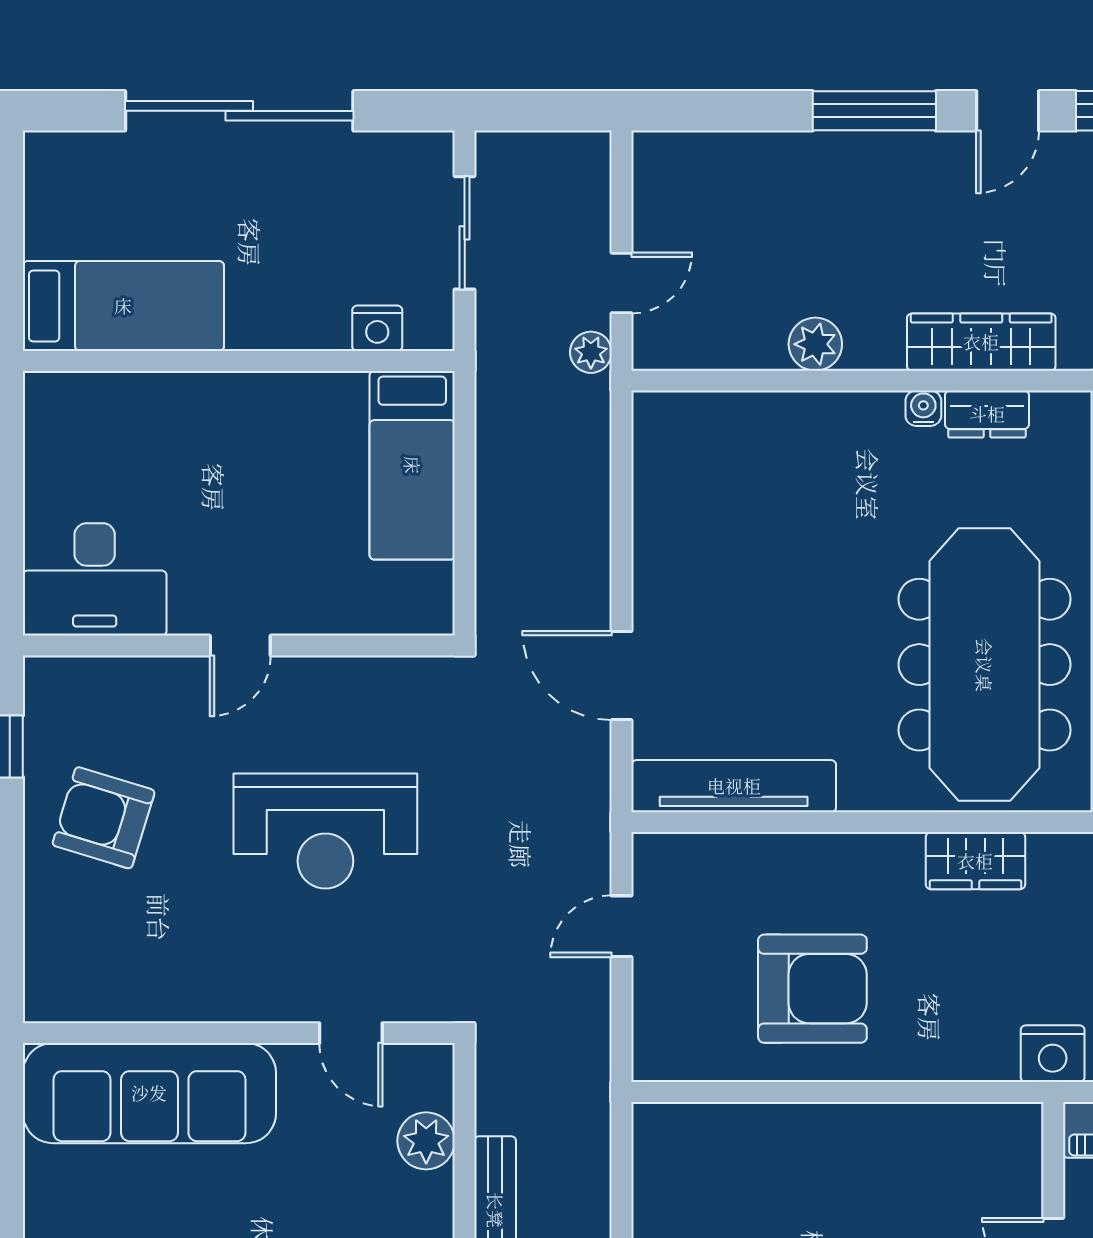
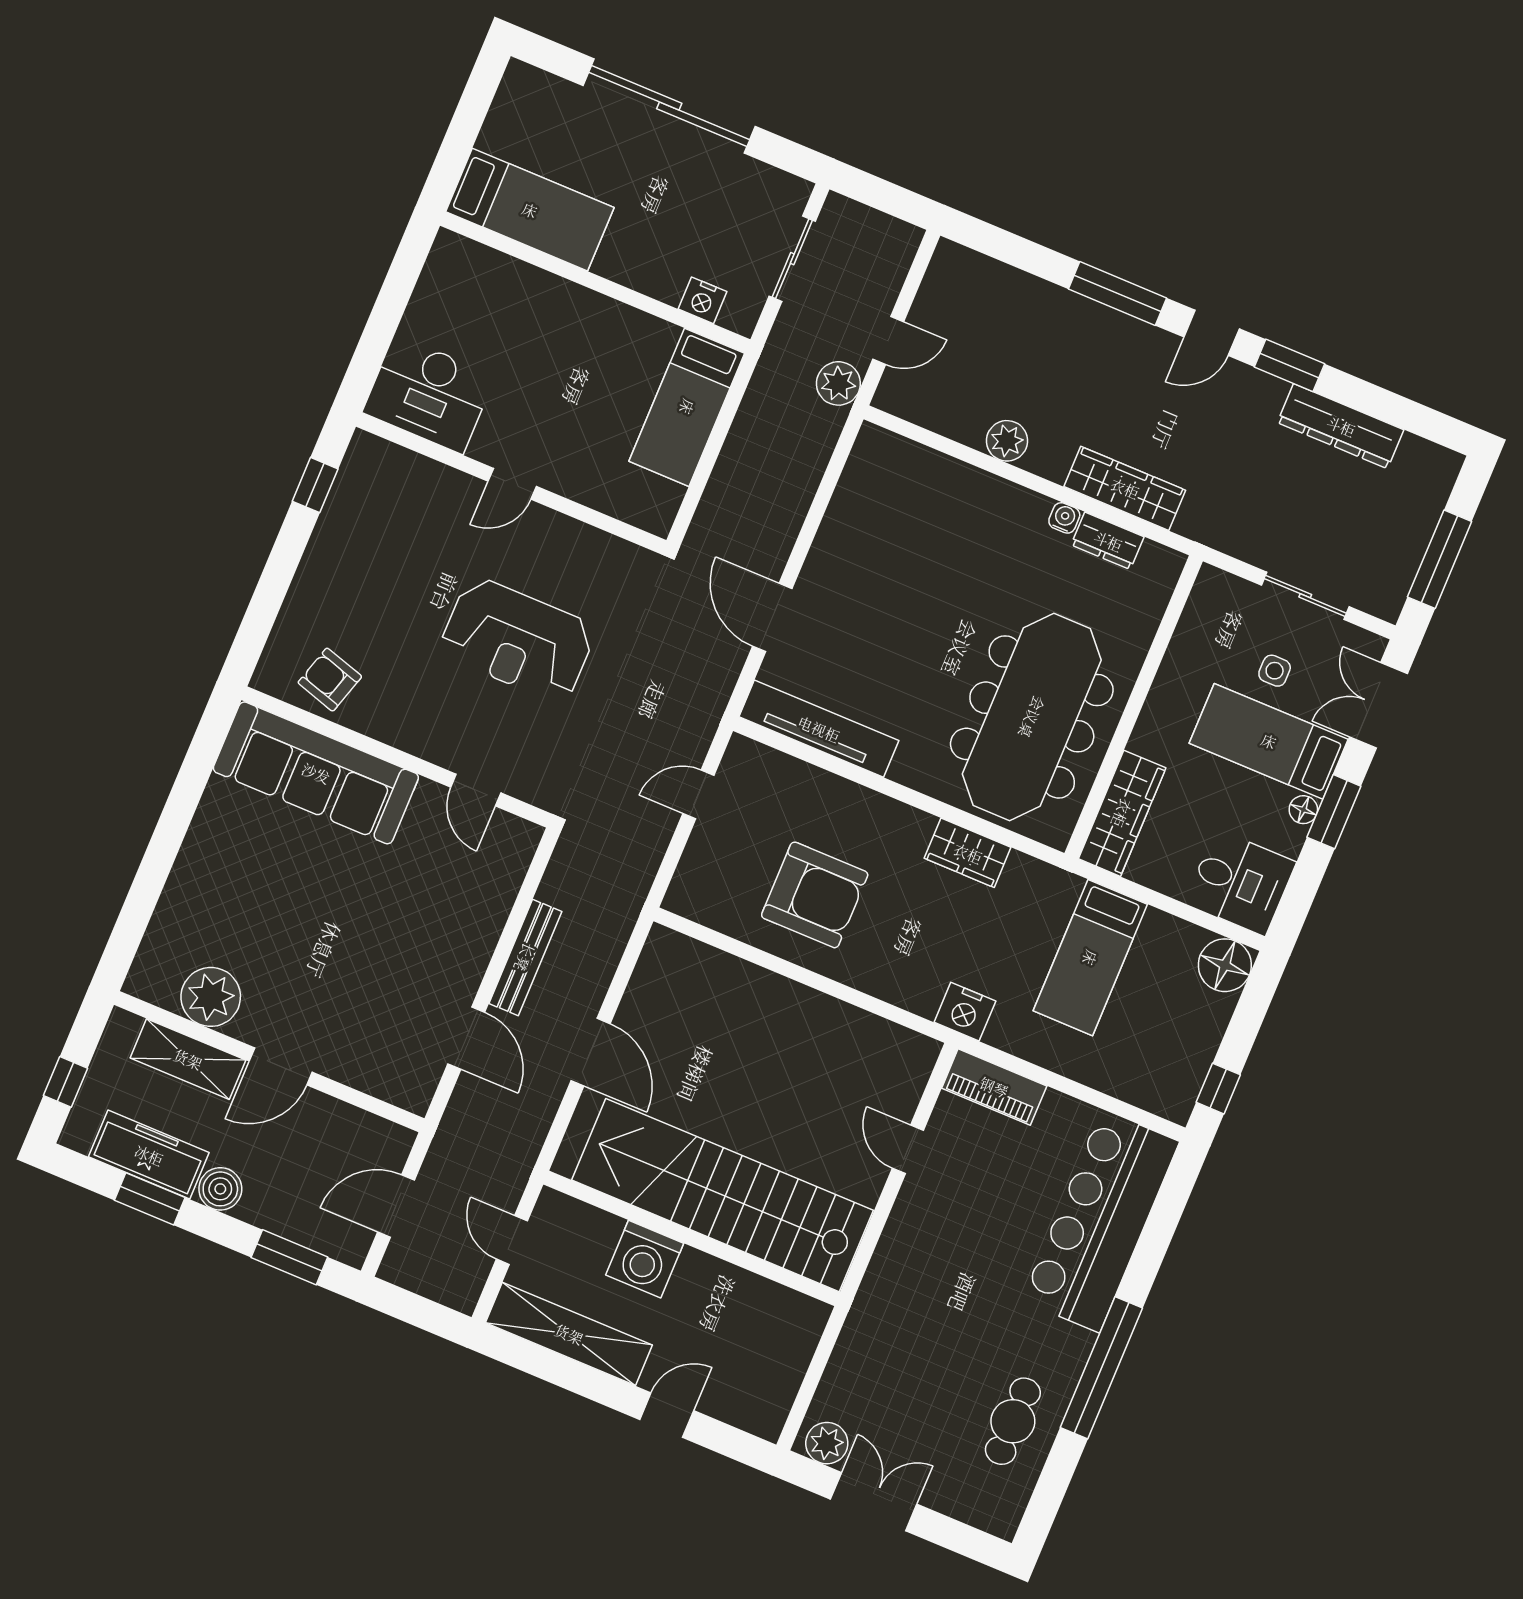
plant: (591, 352) -> (838, 383), width x1.38, depth x1.38
armchair: (104, 818) -> (330, 680), moved, width x0.72, depth x0.72
plant: (426, 1141) -> (497, 888), removed

